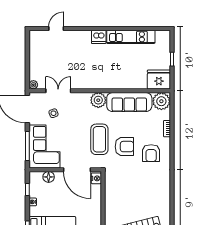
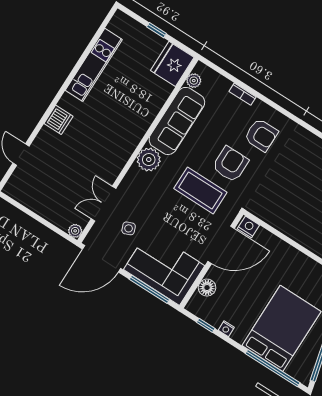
dishwasher: (99, 37) -> (58, 120), moved
plant: (161, 101) -> (194, 81), width x0.53, depth x0.53

